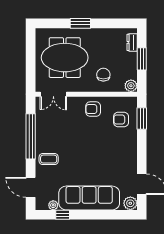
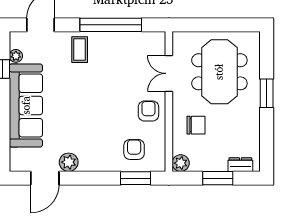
double door: (53, 94) -> (169, 73), moved
plant: (130, 203) -> (69, 162), moved

